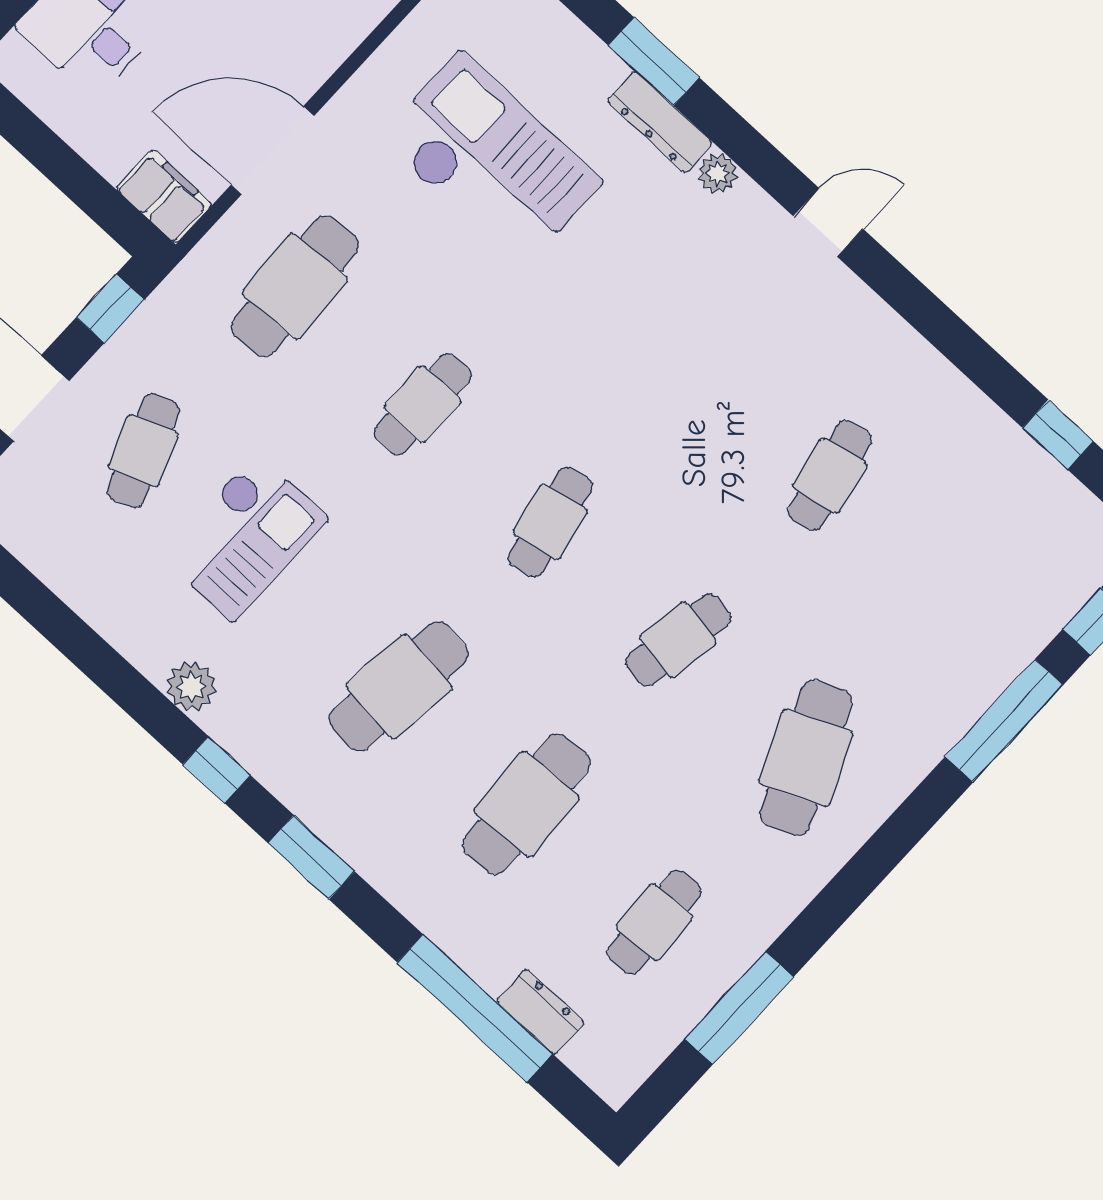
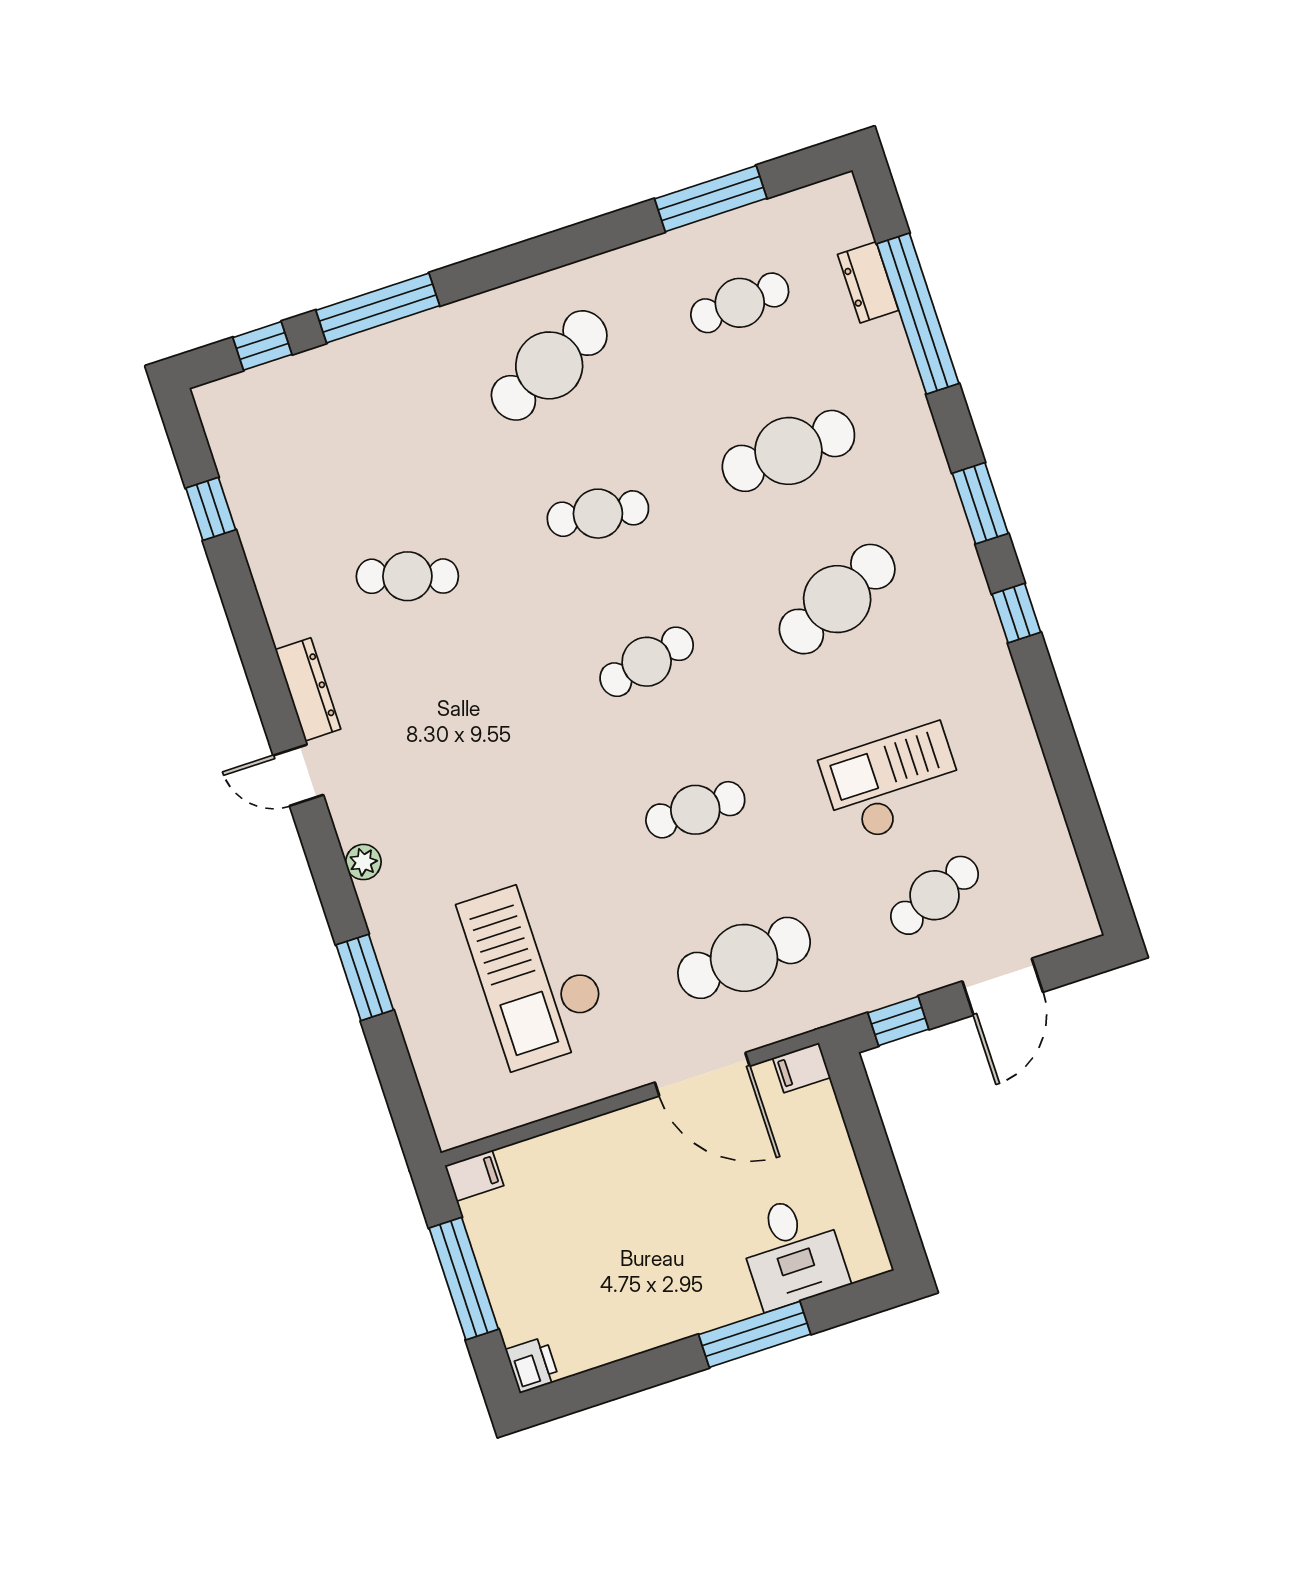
dresser: (660, 122) -> (308, 689), moved
filing cabinet: (164, 196) -> (802, 1068), width x0.50
cafe table: (830, 476) -> (407, 576), turned 30
plant: (191, 686) -> (1000, 689), removed
cafe table: (399, 686) -> (837, 599), turned -30

